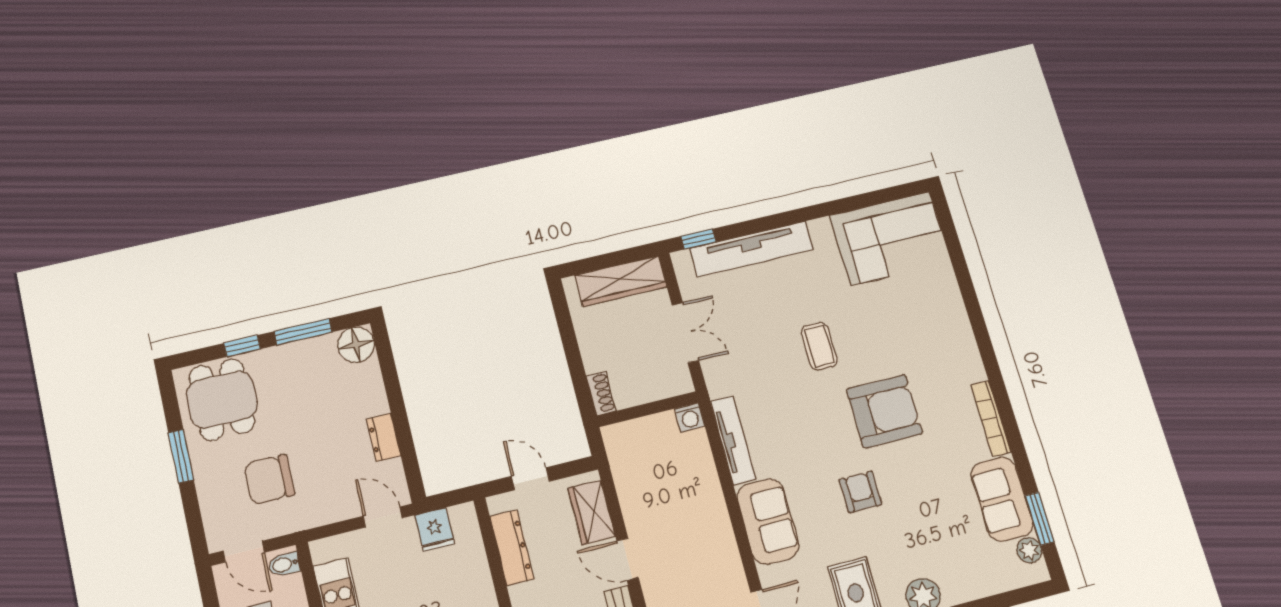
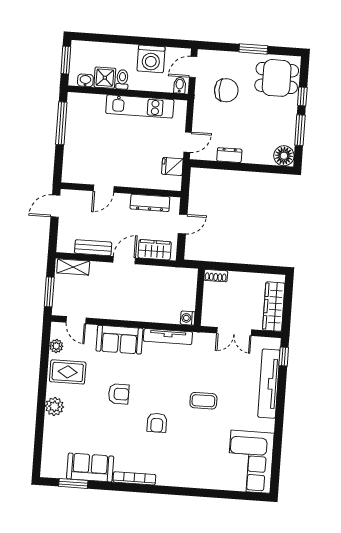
armchair: (884, 411) -> (157, 423), width x0.53, depth x0.53
chair: (269, 479) -> (226, 90), turned 90
plant: (1029, 550) -> (59, 471), removed

